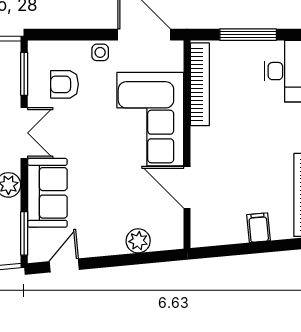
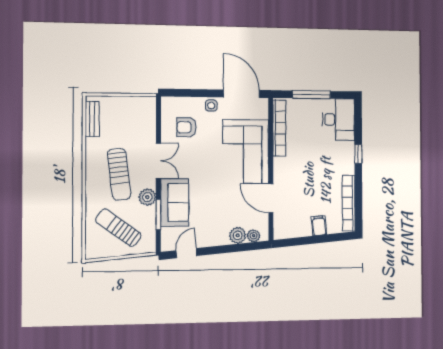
window: (24, 74) -> (158, 120), removed
window: (24, 233) -> (158, 214), moved
plant: (161, 242) -> (254, 236), added

